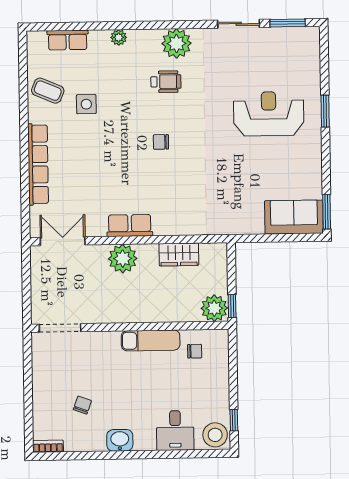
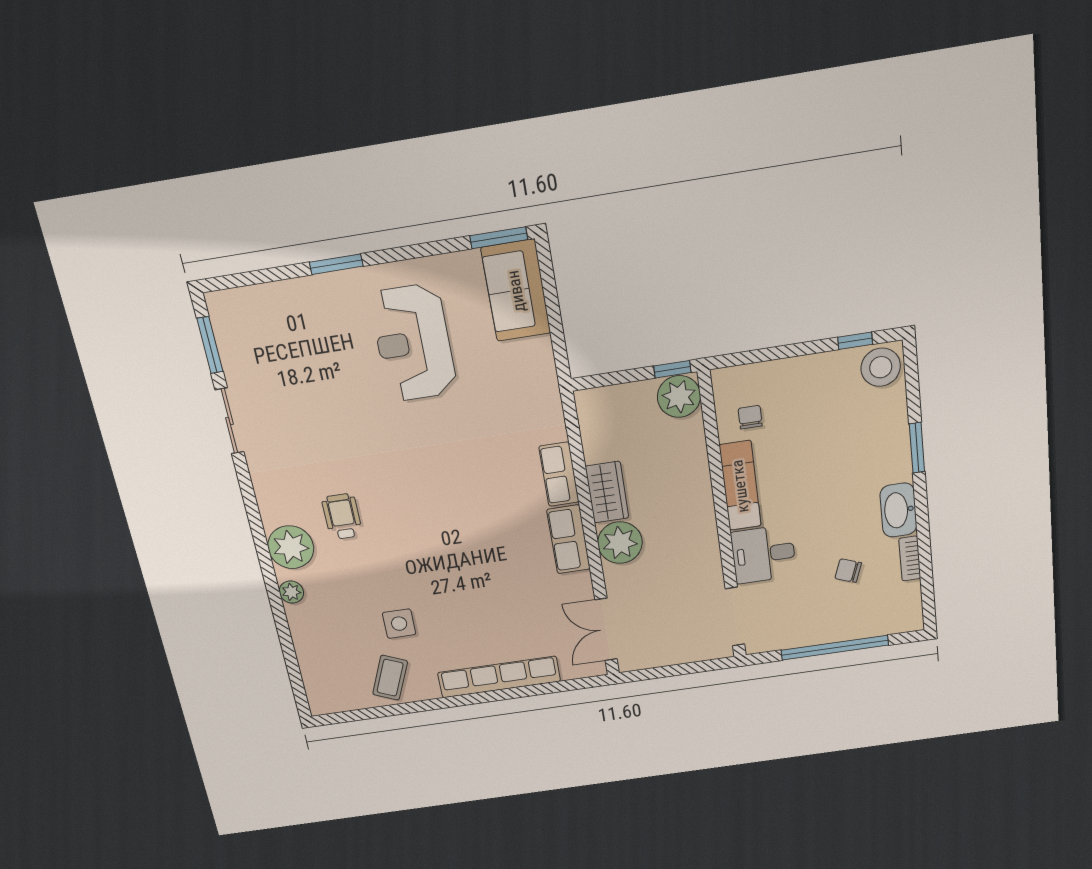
row of seats: (68, 40) -> (559, 474), moved, turned 180
plant: (176, 43) -> (291, 547), moved
reception desk: (269, 114) -> (413, 343), moved
chair: (161, 142) -> (434, 511), removed
wardrobe: (179, 254) -> (607, 492), moved
window: (28, 392) -> (835, 648), added
desk: (175, 430) -> (764, 554), moved, turned 180
washbasin: (120, 440) -> (898, 510), width x1.38
bookcase: (48, 446) -> (910, 558), moved
window: (160, 454) -> (917, 448), added

